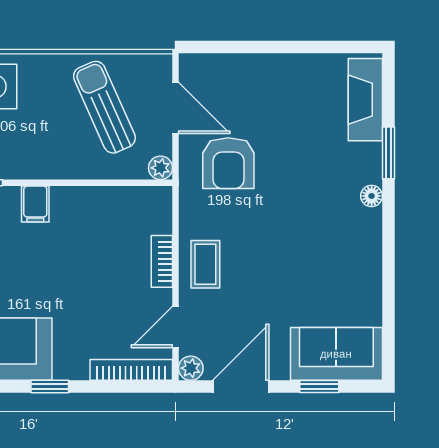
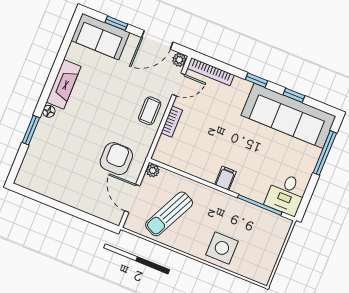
fireplace: (365, 100) -> (64, 84), moved
sun lounger: (104, 107) -> (169, 214), turned 50

